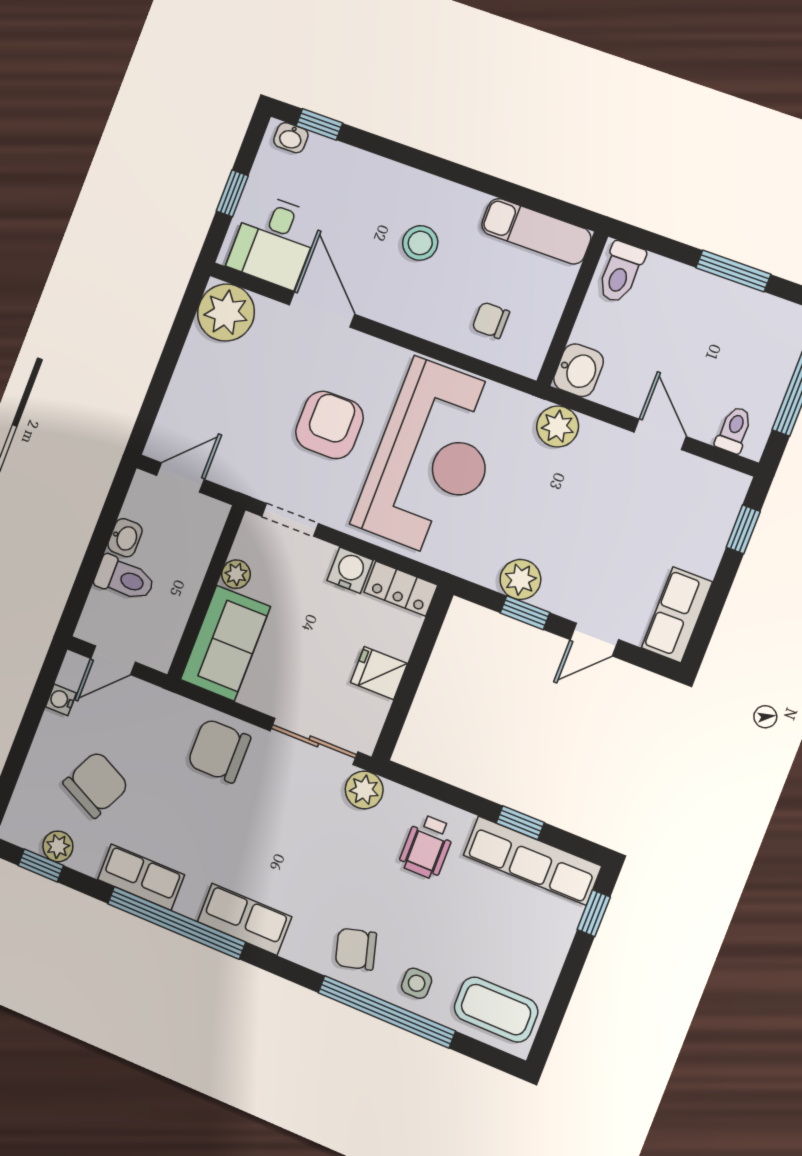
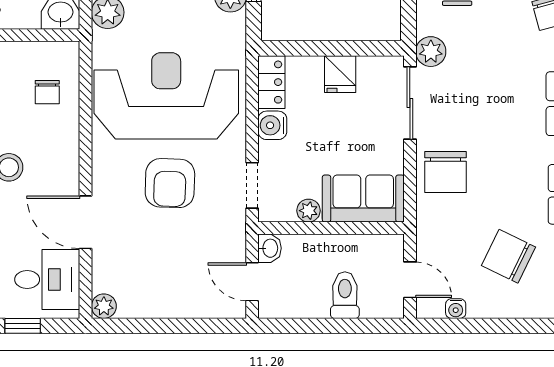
door: (322, 310) -> (86, 222), hinge flipped
plant: (226, 313) -> (104, 306), width x0.53, depth x0.53
armchair: (329, 425) -> (170, 183), turned -88
washbasin: (125, 538) -> (270, 248), moved, turned 90

